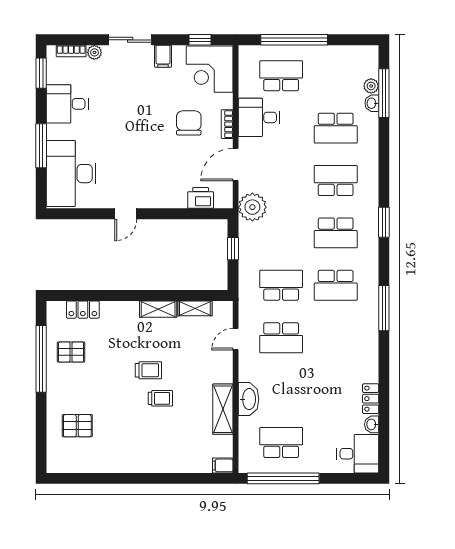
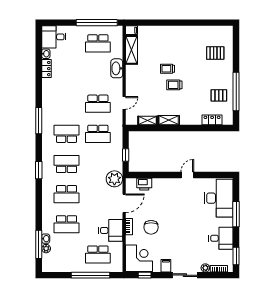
school desk: (336, 128) -> (67, 224), turned 180
school desk: (281, 338) -> (98, 104), turned 180
shelving: (223, 409) -> (131, 50), moved

